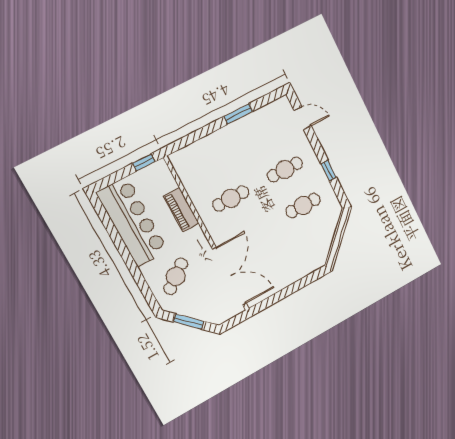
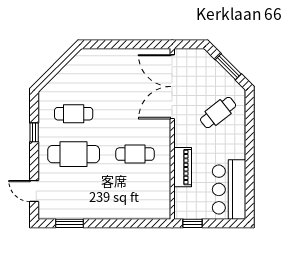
window: (238, 114) -> (69, 223), moved
cafe table: (285, 170) -> (74, 154), width x1.37, depth x1.35
bar counter: (132, 222) -> (229, 189), width x0.73

